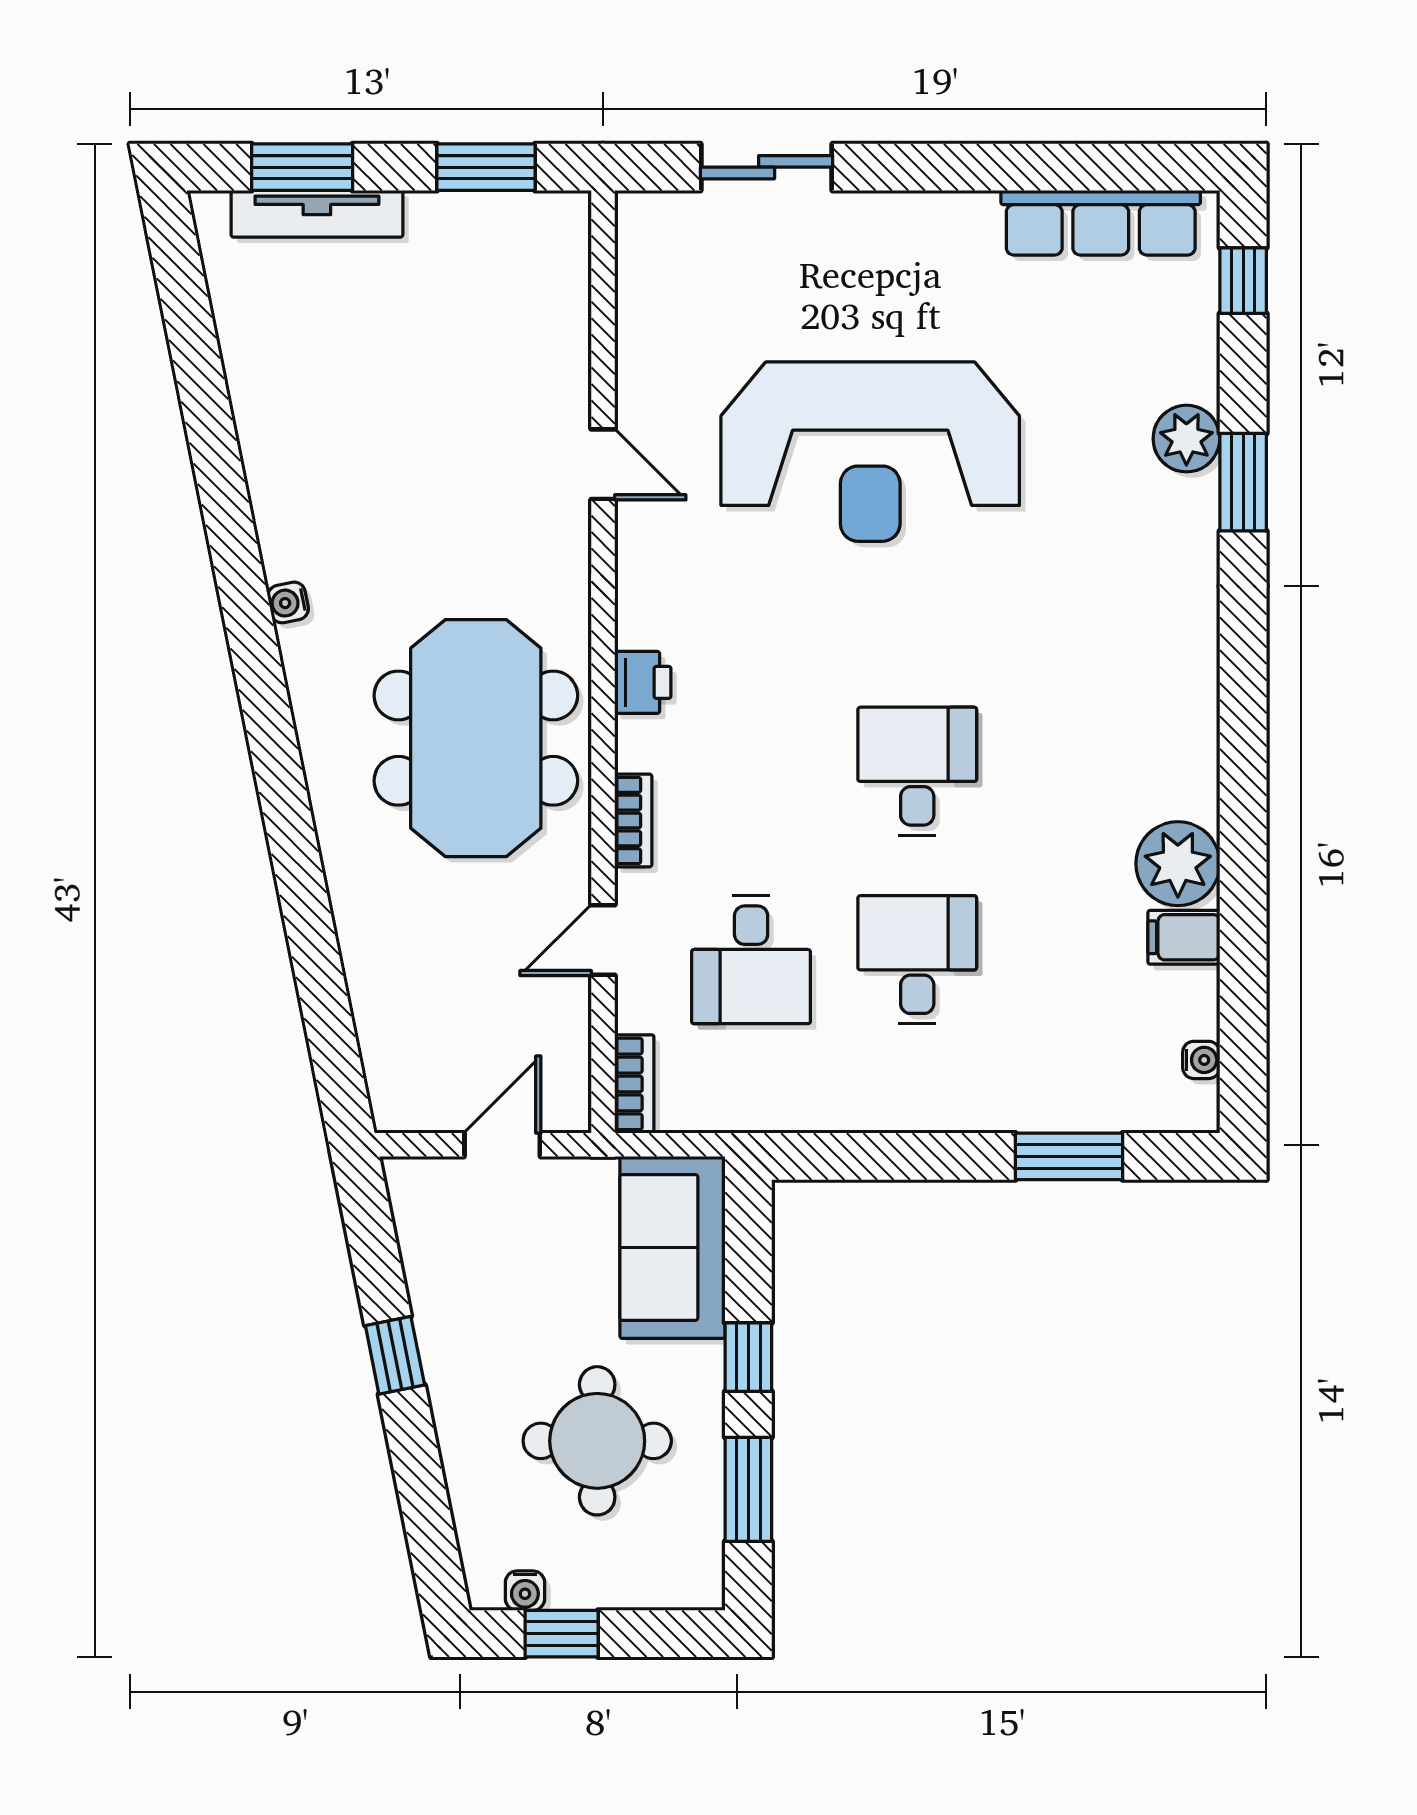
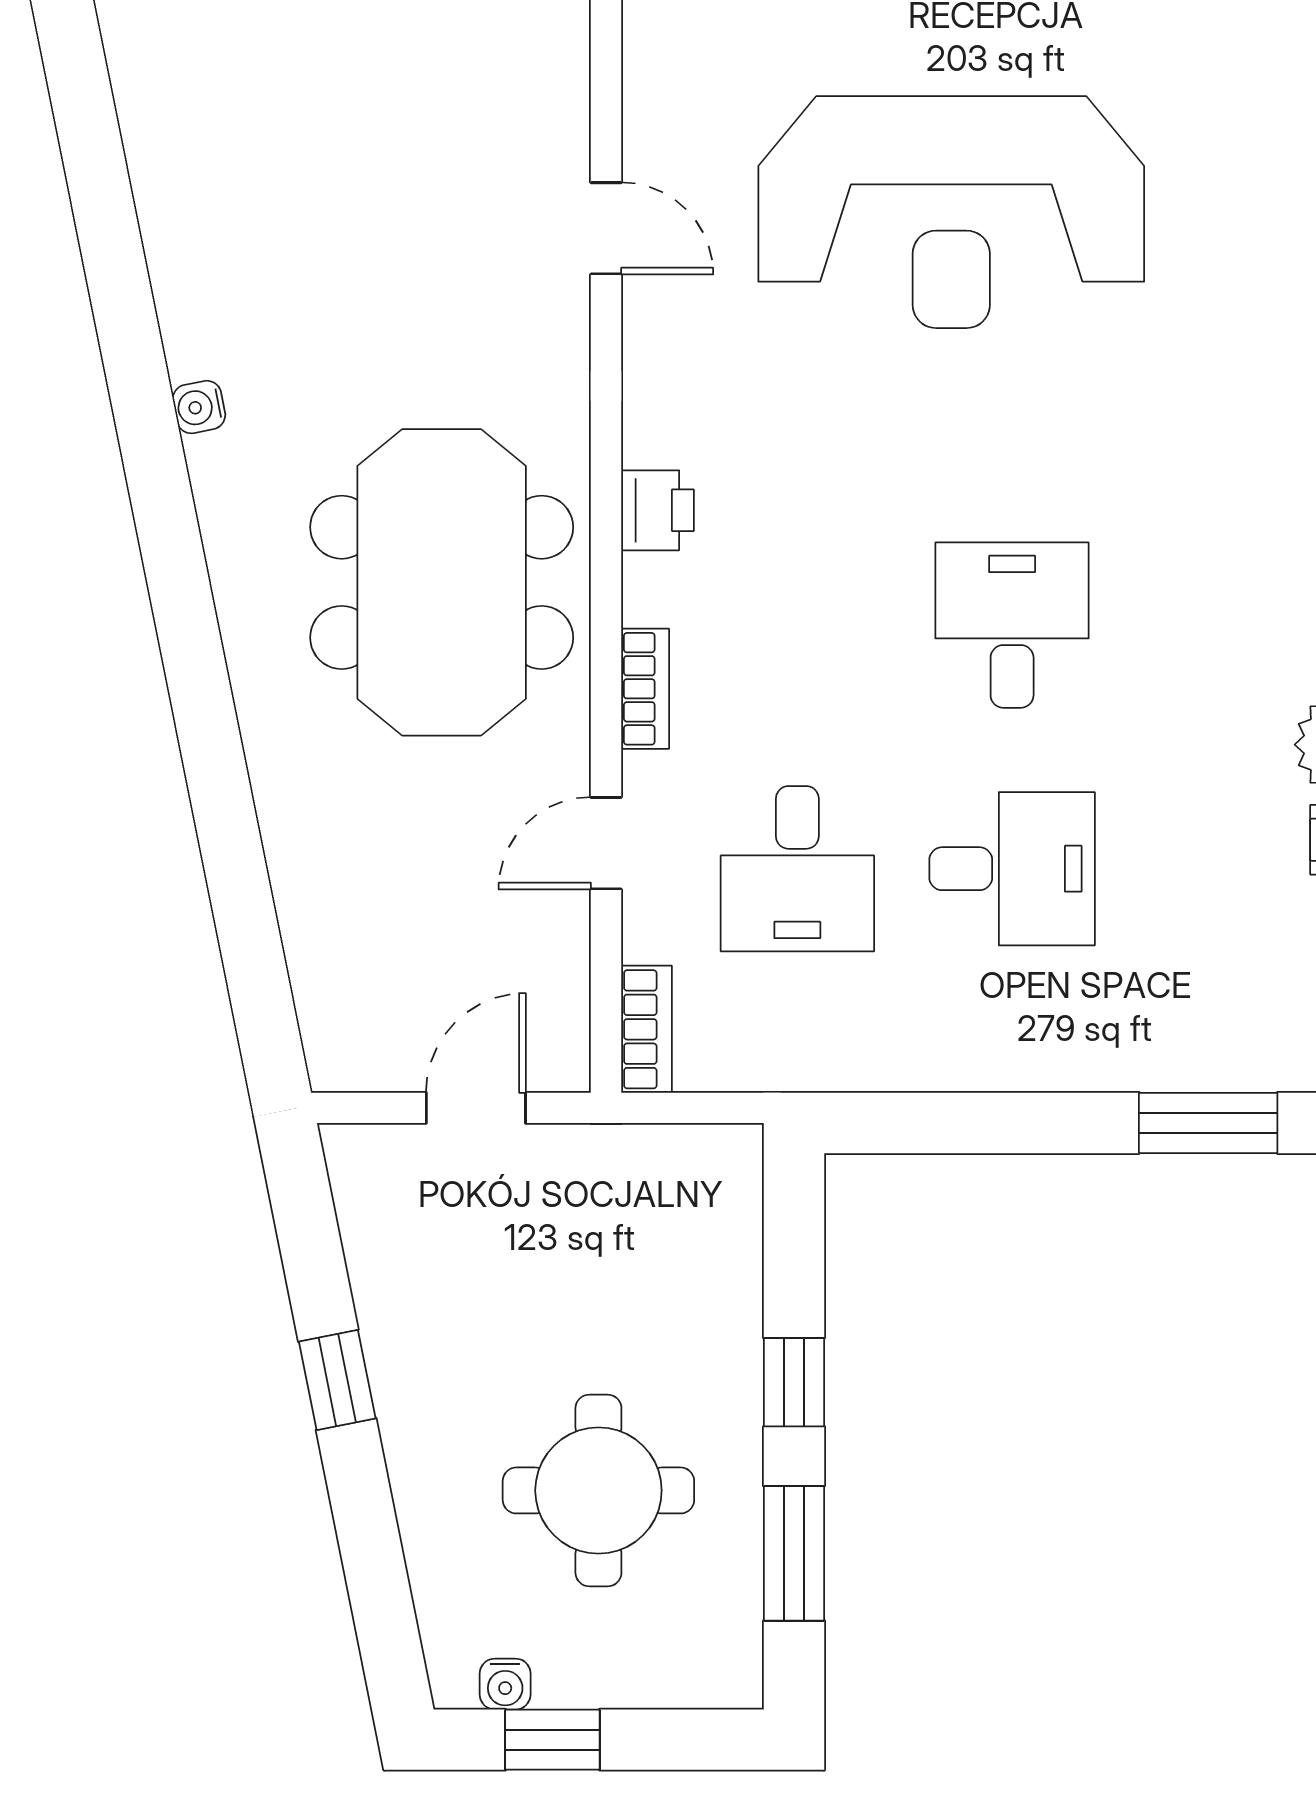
desk: (917, 960) -> (1012, 869), turned 90
sofa: (673, 1247) -> (696, 1241), removed

